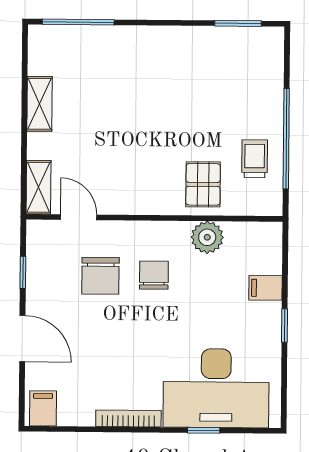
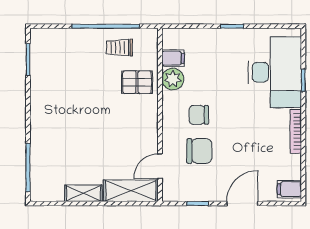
shelving: (39, 187) -> (131, 191), width x1.50, depth x1.33
filing cabinet: (266, 288) -> (173, 58), moved, turned -90

